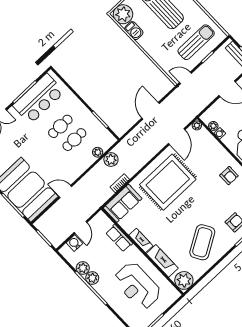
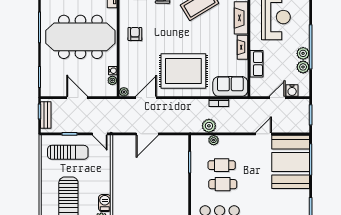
sun lounger: (196, 42) -> (68, 152), turned 180
door: (65, 191) -> (263, 134), swing flipped

